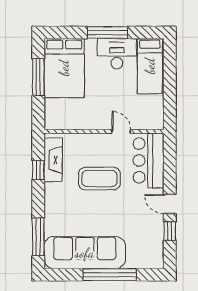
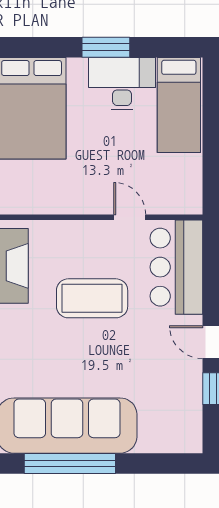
window: (107, 33) -> (106, 47), width x0.69
window: (110, 275) -> (70, 463), moved

